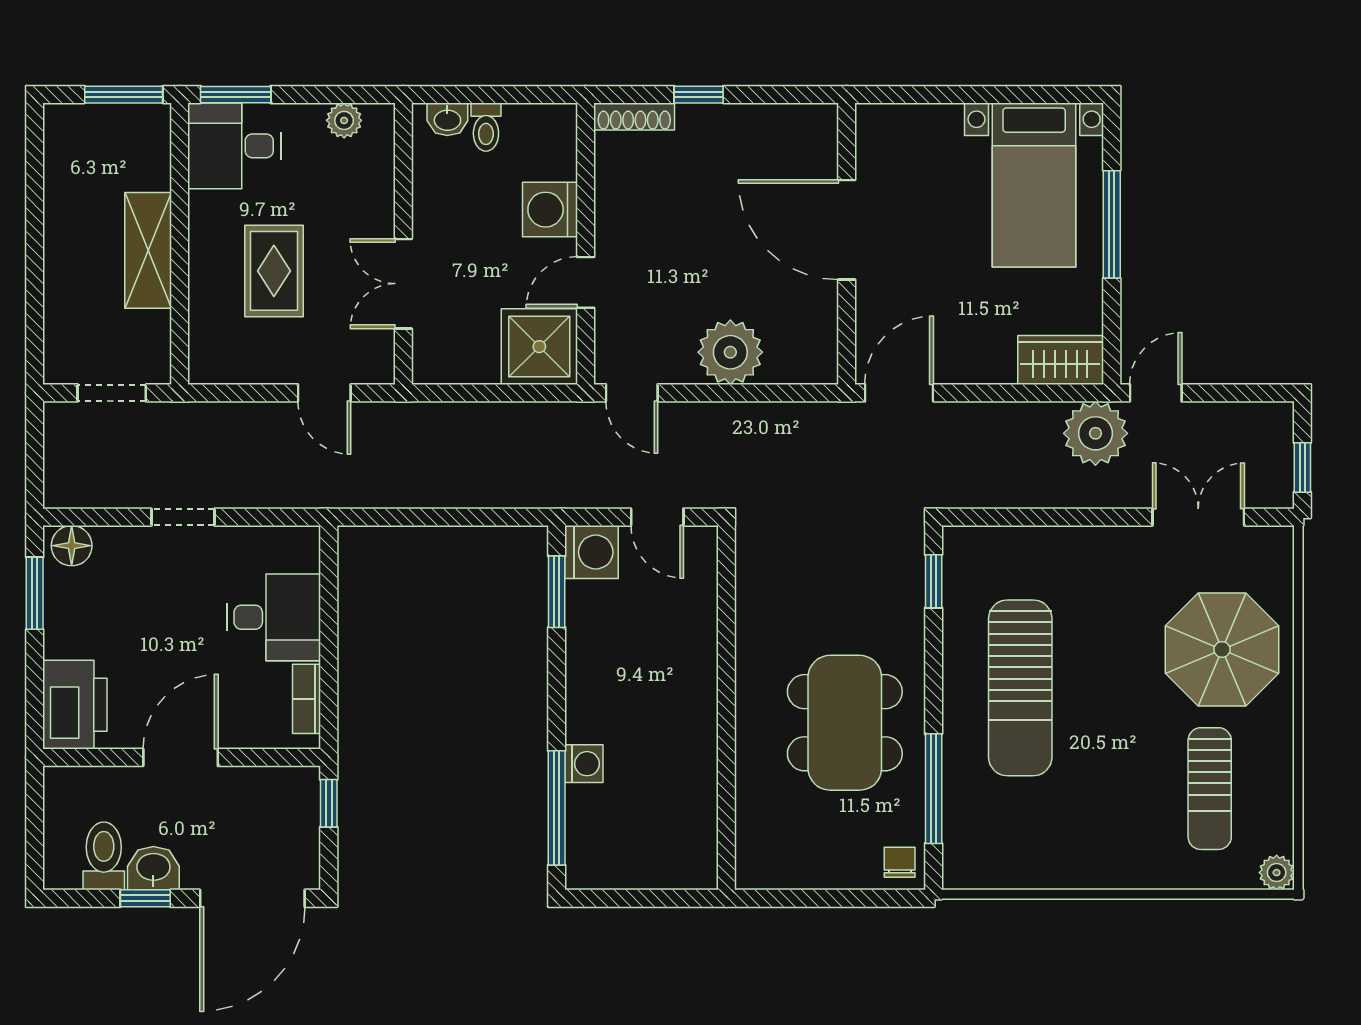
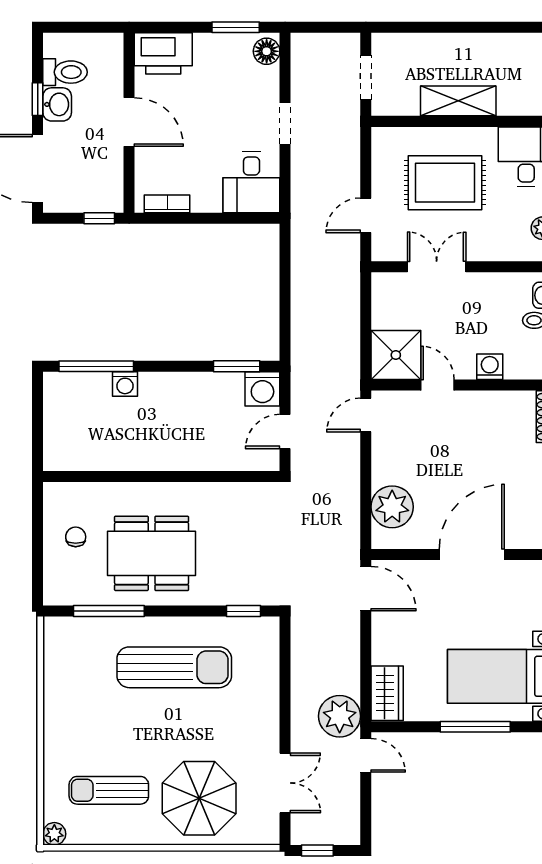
washing machine: (550, 210) -> (490, 367), width x0.73, depth x0.73
rug: (274, 271) -> (445, 183), width x1.36, depth x1.43
plant: (730, 352) -> (392, 507), moved
desk: (274, 617) -> (251, 182), moved
sun lounger: (1020, 688) -> (174, 667), turned 180
chair: (900, 862) -> (76, 537), moved, turned -90

